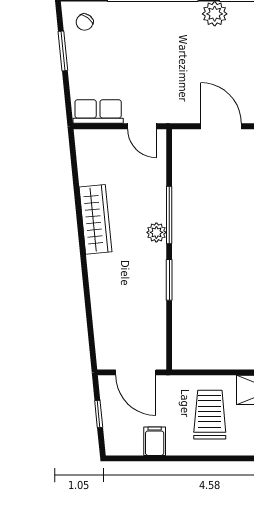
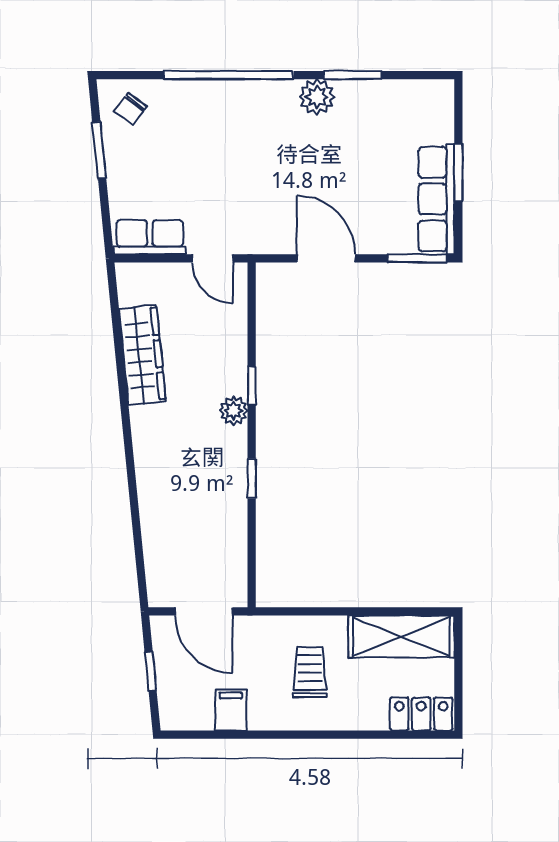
window: (169, 215) -> (252, 386), width x0.46
wardrobe: (95, 219) -> (142, 355), moved
window: (169, 280) -> (252, 478), width x0.67
trolley: (210, 415) -> (310, 672), width x0.73, depth x0.72

